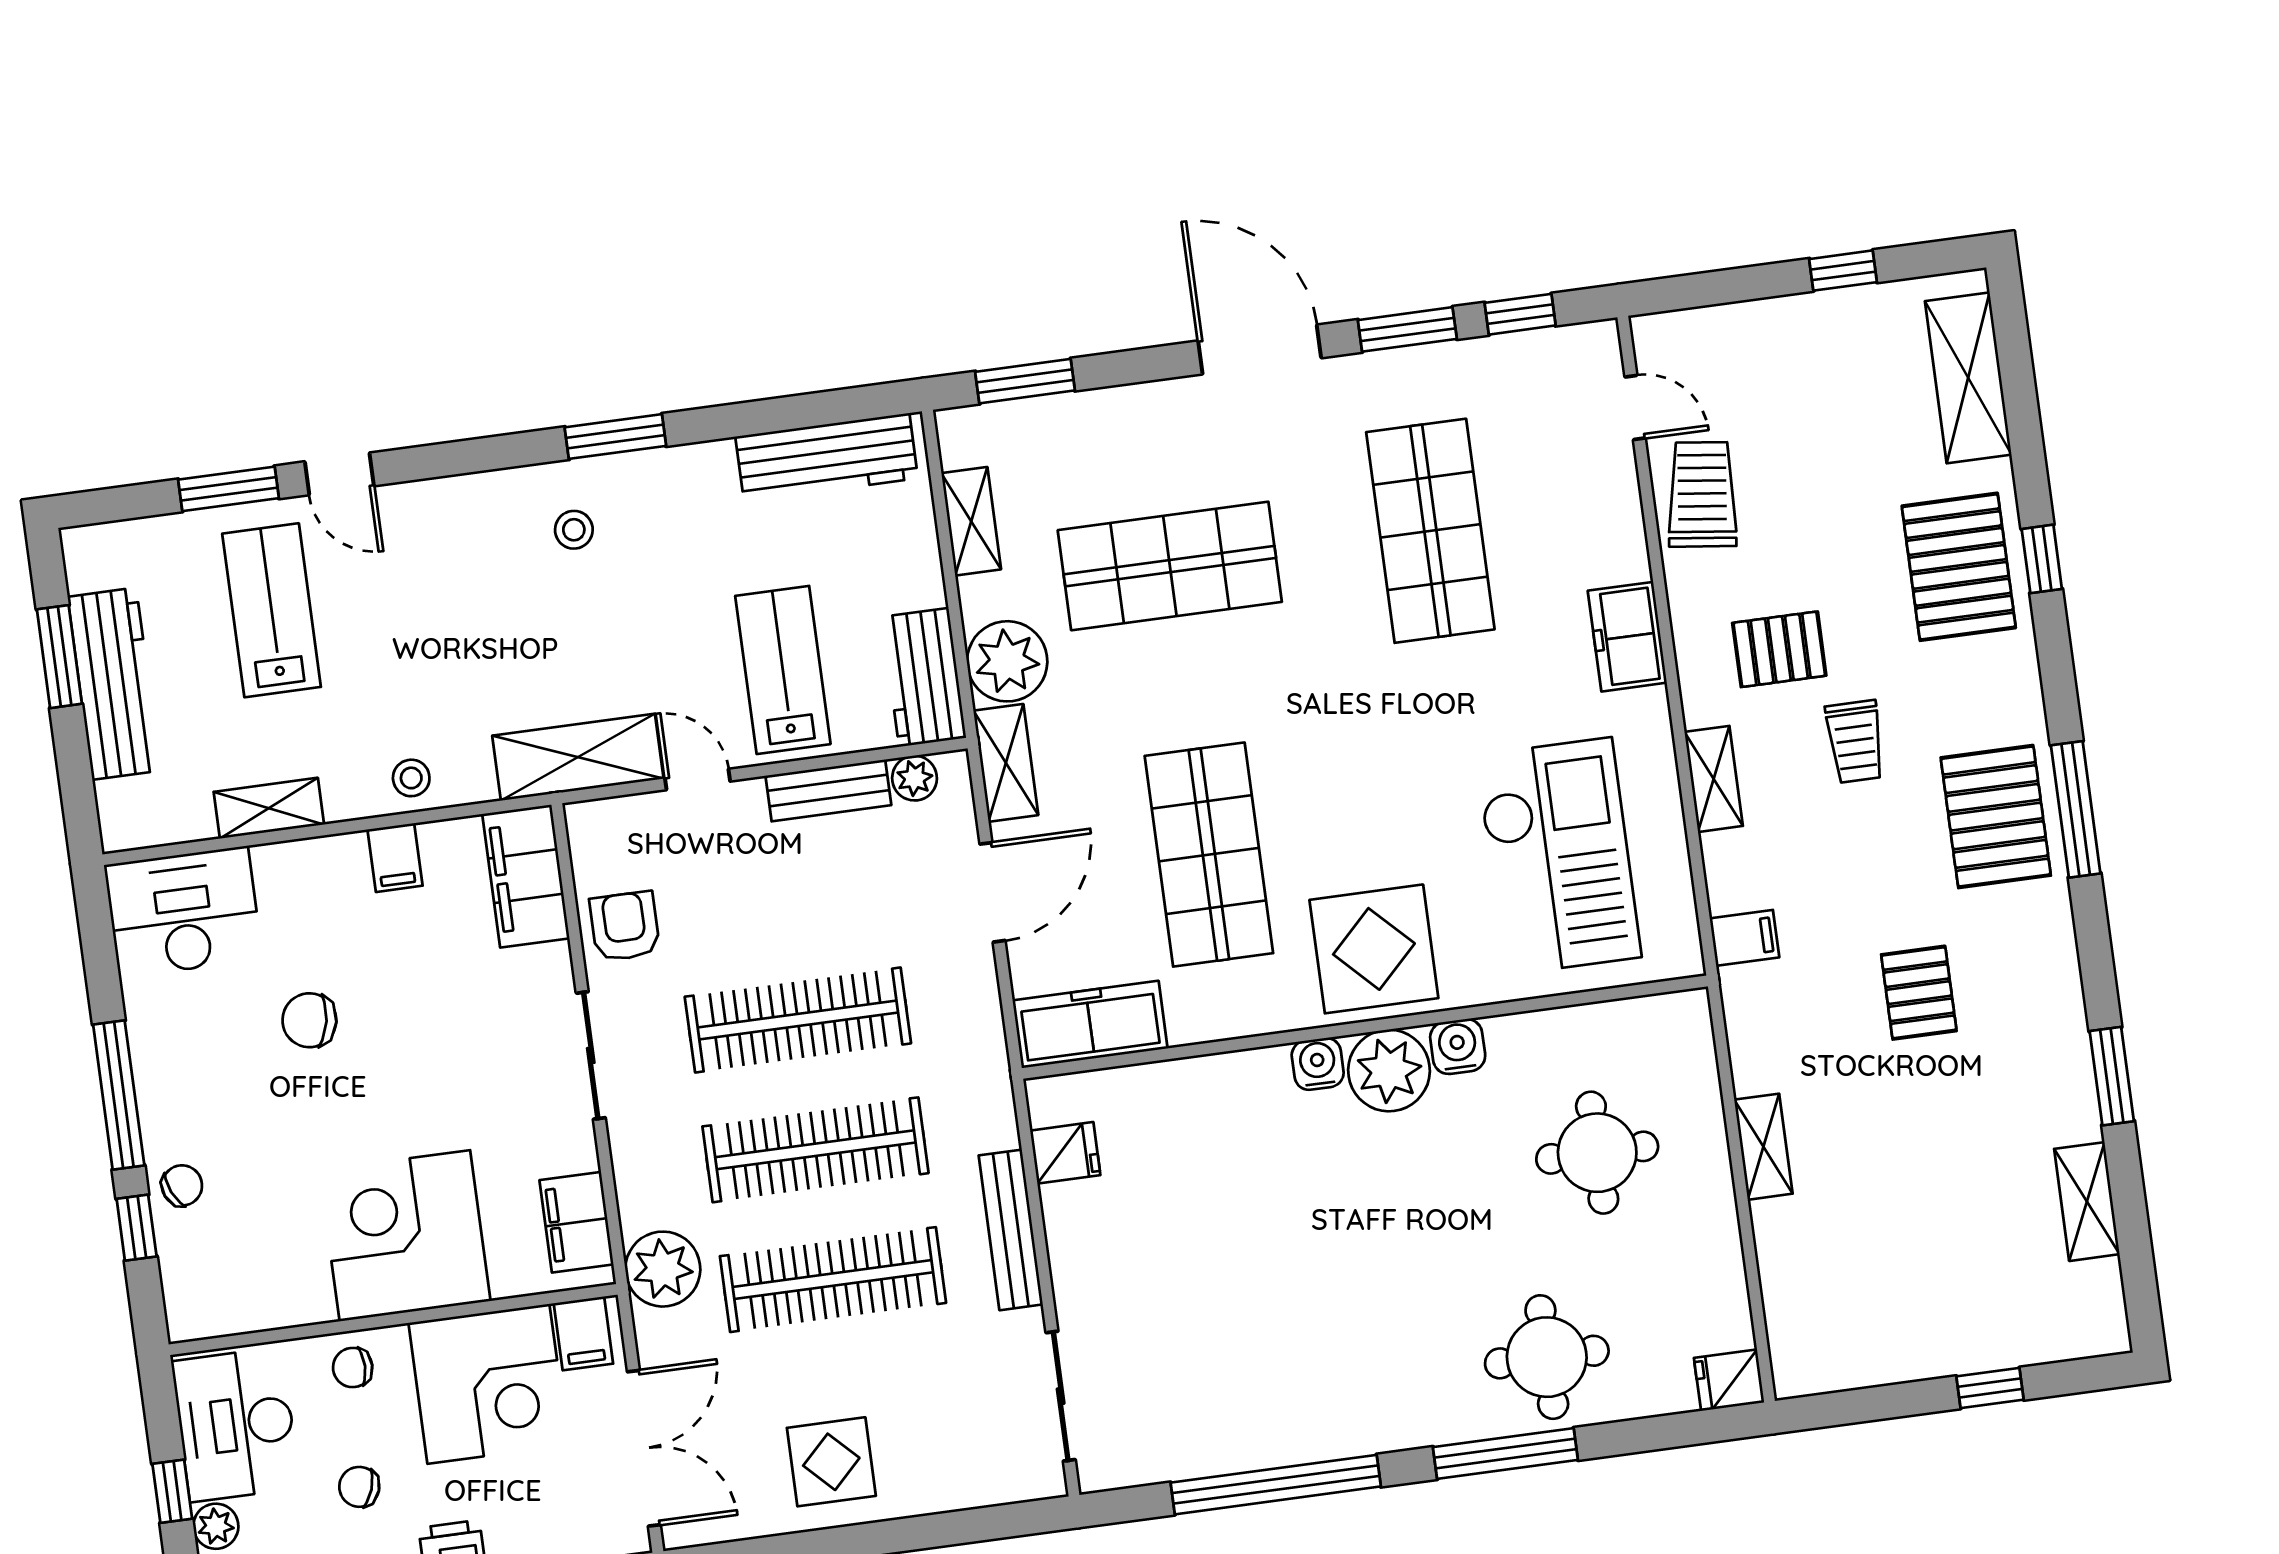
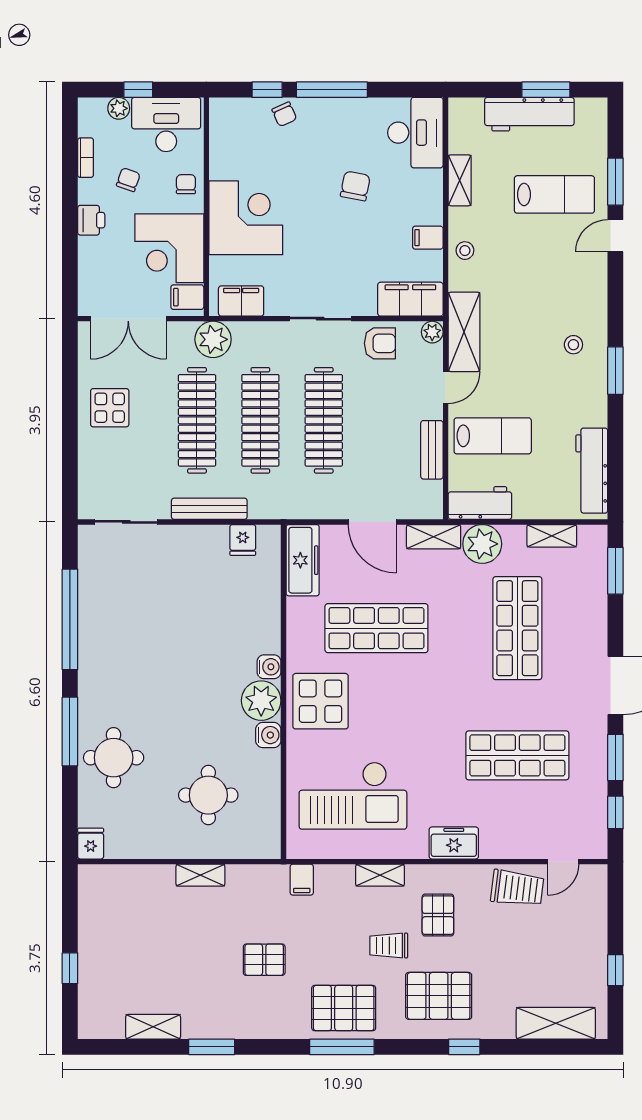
pallet: (1959, 567) -> (439, 996), moved
plant: (915, 778) -> (432, 332), moved

